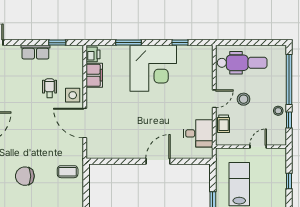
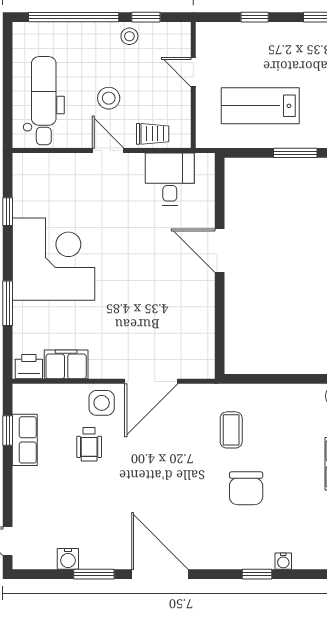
row of seats: (35, 52) -> (25, 440), moved
wheelchair: (50, 88) -> (89, 444), turned -90
coffee table: (68, 172) -> (231, 430), moved

